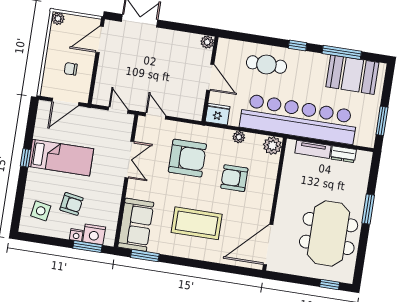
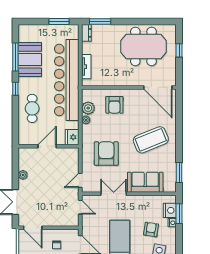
plant: (207, 42) -> (23, 175), moved
booth: (352, 75) -> (30, 60), moved
door: (118, 110) -> (80, 207), swing flipped
plant: (272, 146) -> (88, 108), moved
dresser: (343, 154) -> (86, 33), moved
armchair: (234, 178) -> (114, 105), moved
window: (368, 209) -> (100, 21), moved
coffee table: (197, 223) -> (151, 140), turned 68
sofa: (136, 225) -> (145, 182), moved
window: (330, 284) -> (179, 50), moved

